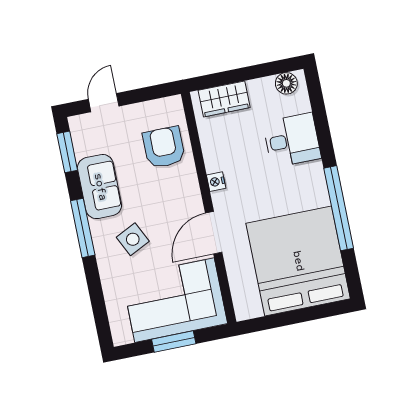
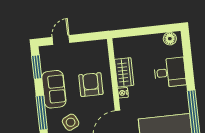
wardrobe: (224, 99) -> (124, 72), moved, turned -90
armchair: (164, 147) -> (91, 85), moved

